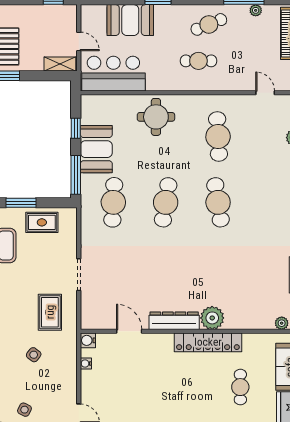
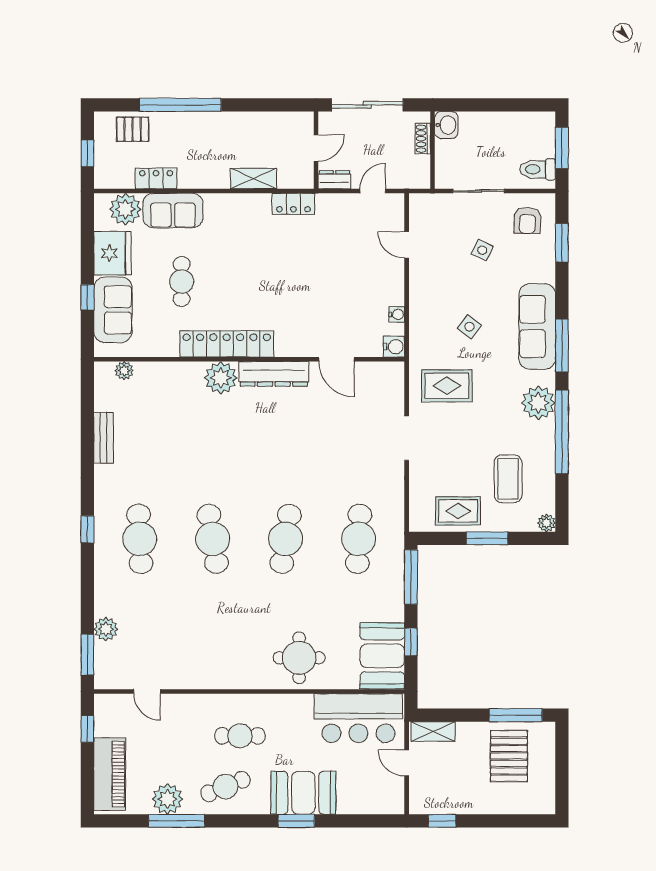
plant: (256, 10) -> (167, 799), width x1.88, depth x1.88
booth: (130, 20) -> (303, 793), moved
cafe table: (218, 137) -> (140, 539), moved
booth: (96, 149) -> (382, 656), moved
rug: (50, 312) -> (447, 386), turned 90

